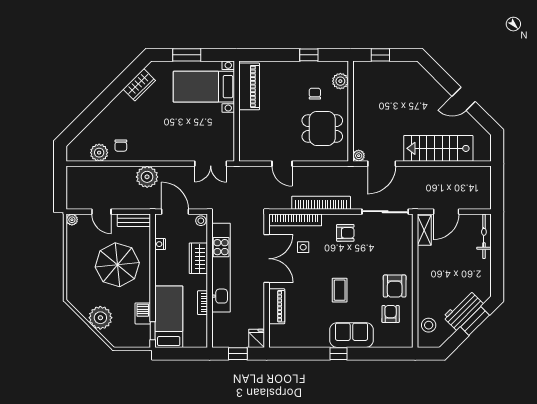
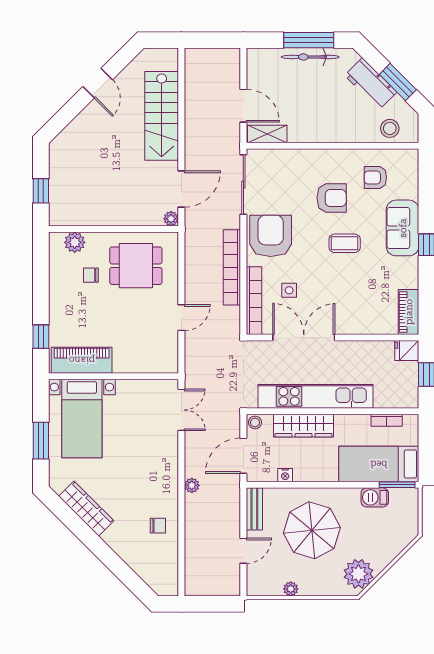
window: (309, 55) -> (41, 337), moved
wardrobe: (139, 85) -> (86, 509), width x1.50
dining table: (322, 128) -> (136, 266), turned 90
plant: (99, 153) -> (167, 554), removed
door: (382, 164) -> (181, 189), hinge flipped
plant: (147, 177) -> (192, 485), width x0.53, depth x0.53
plant: (72, 220) -> (291, 589), moved
armchair: (345, 233) -> (271, 236), width x1.88, depth x1.88
bicycle: (484, 236) -> (310, 57), moved
wardrobe: (198, 258) -> (303, 426), width x1.50
window: (497, 262) -> (309, 40), added
armchair: (395, 286) -> (332, 198), moved
bookcase: (203, 303) -> (387, 420), moved
piano: (277, 306) -> (409, 312), moved, turned -90
plant: (100, 318) -> (358, 574), moved
window: (475, 321) -> (398, 82), moved
window: (153, 331) -> (397, 485), width x1.50

